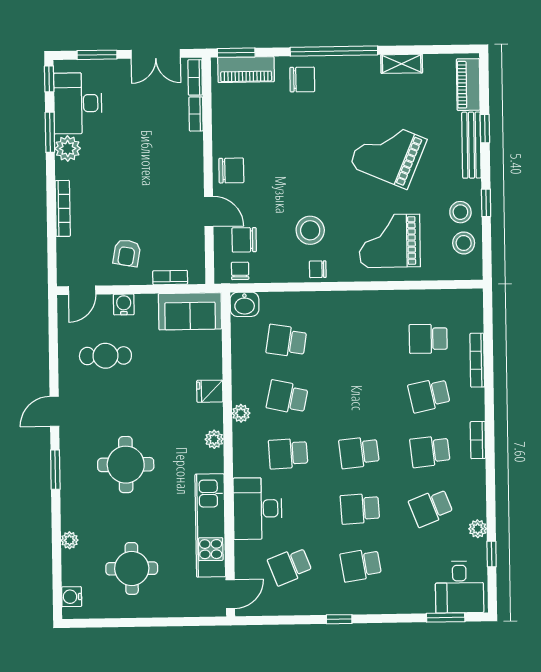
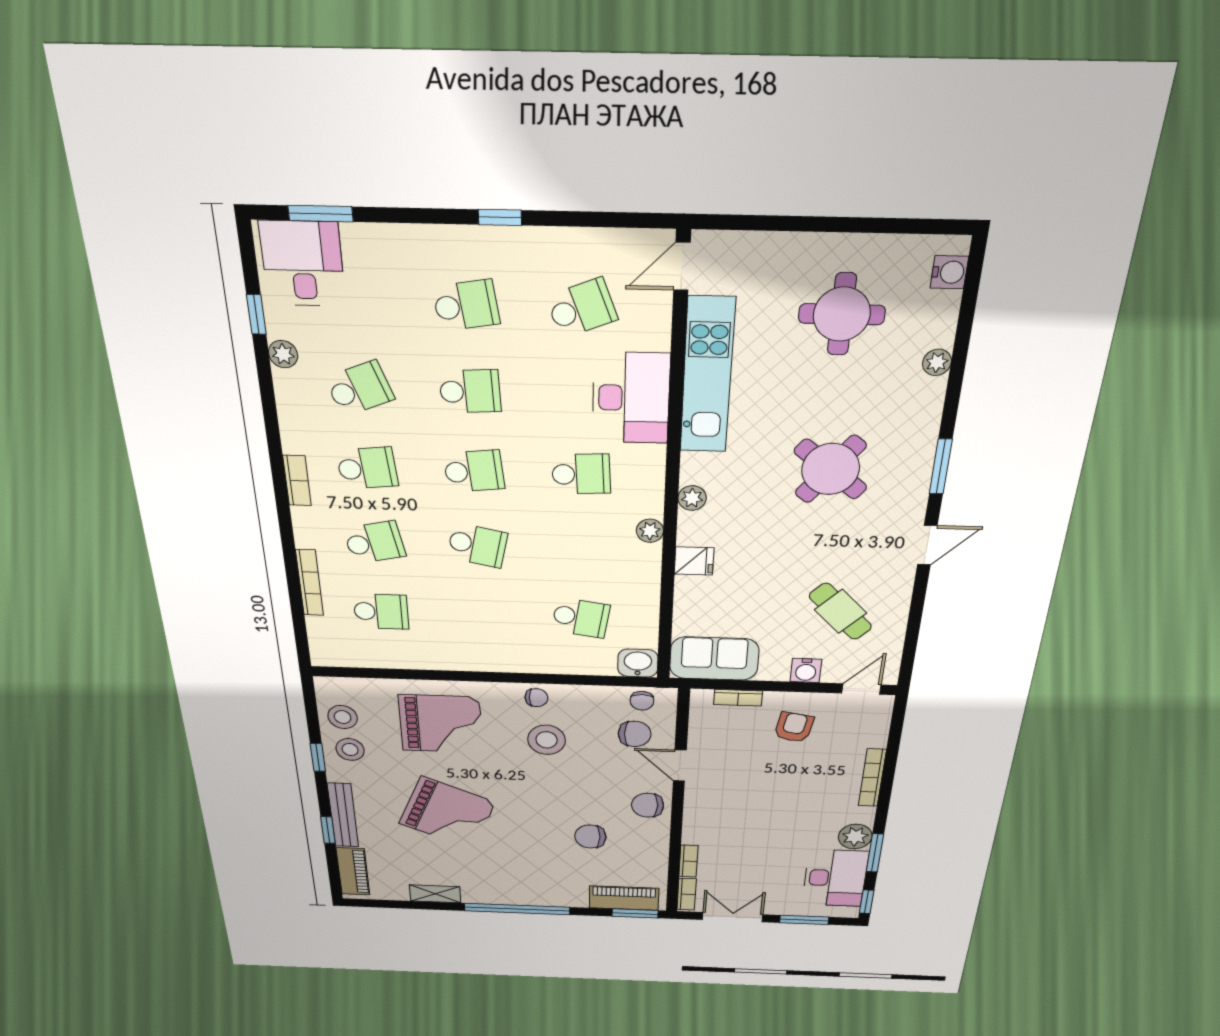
chair: (302, 79) -> (590, 837), moved
cafe table: (105, 356) -> (840, 611), turned 45
school desk: (287, 397) -> (477, 545), moved
round table: (126, 465) -> (831, 469), turned 38

